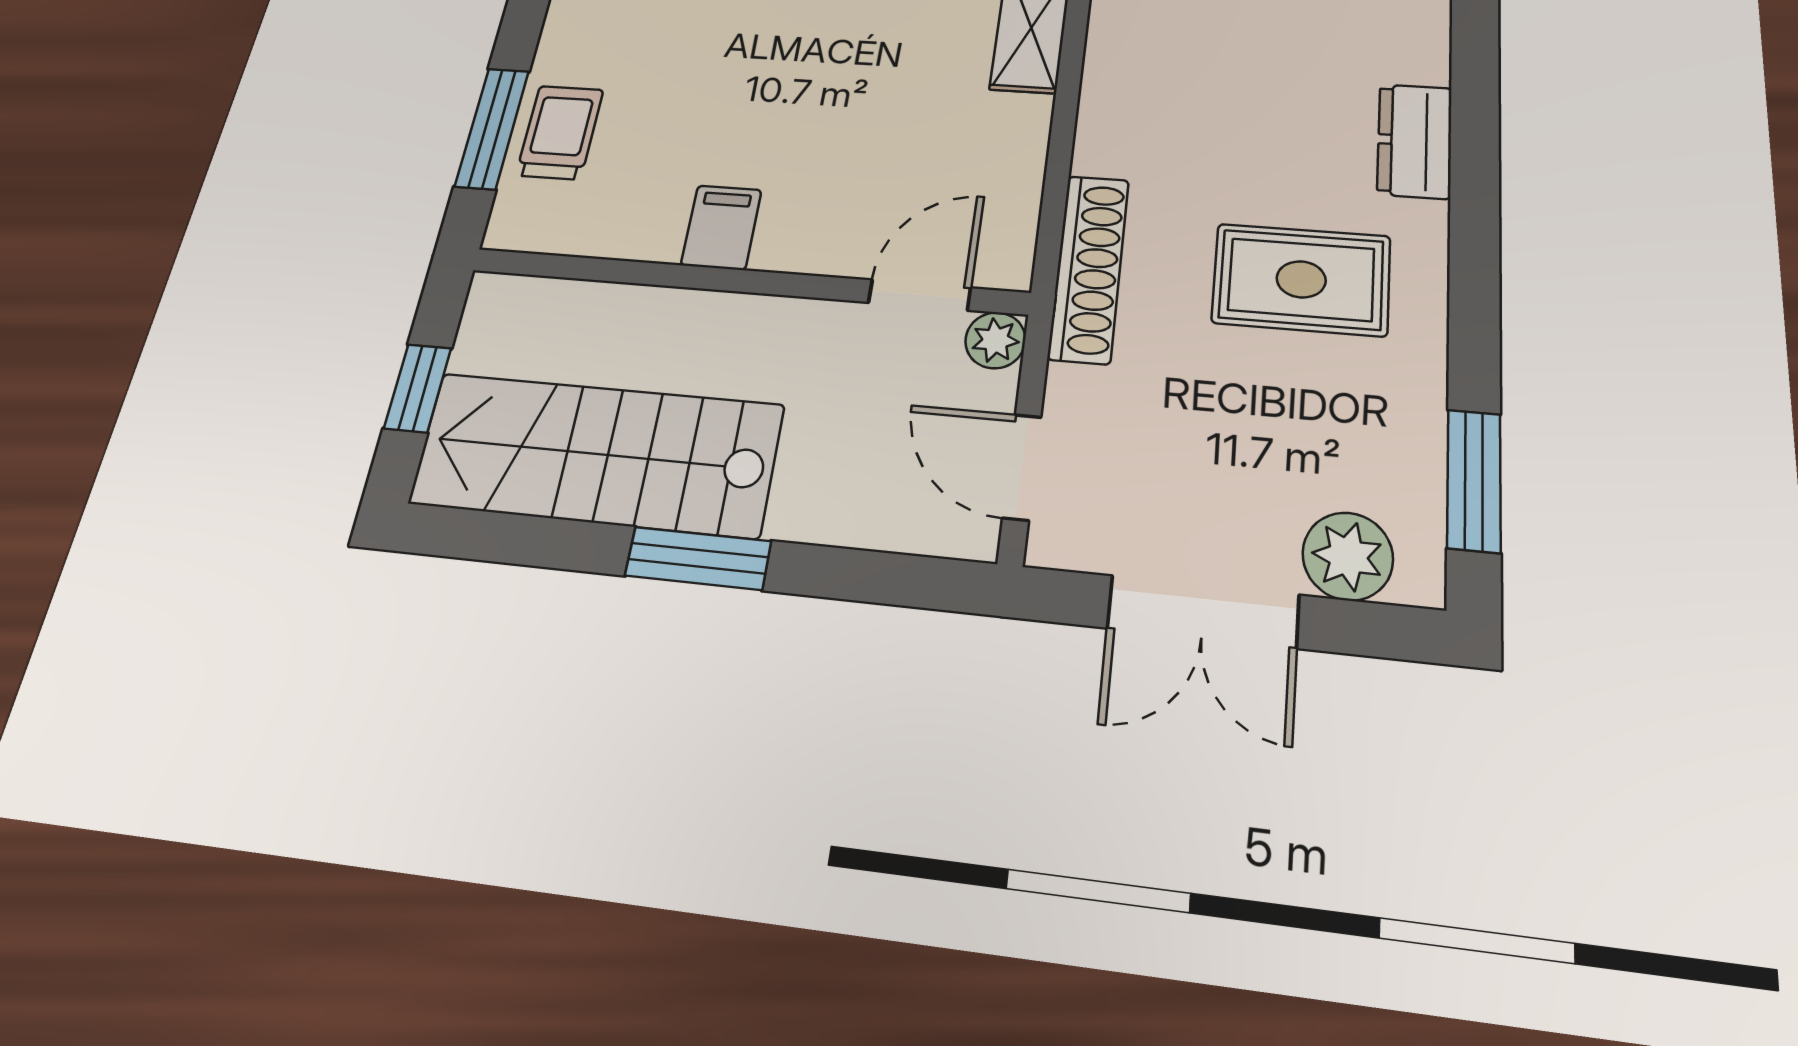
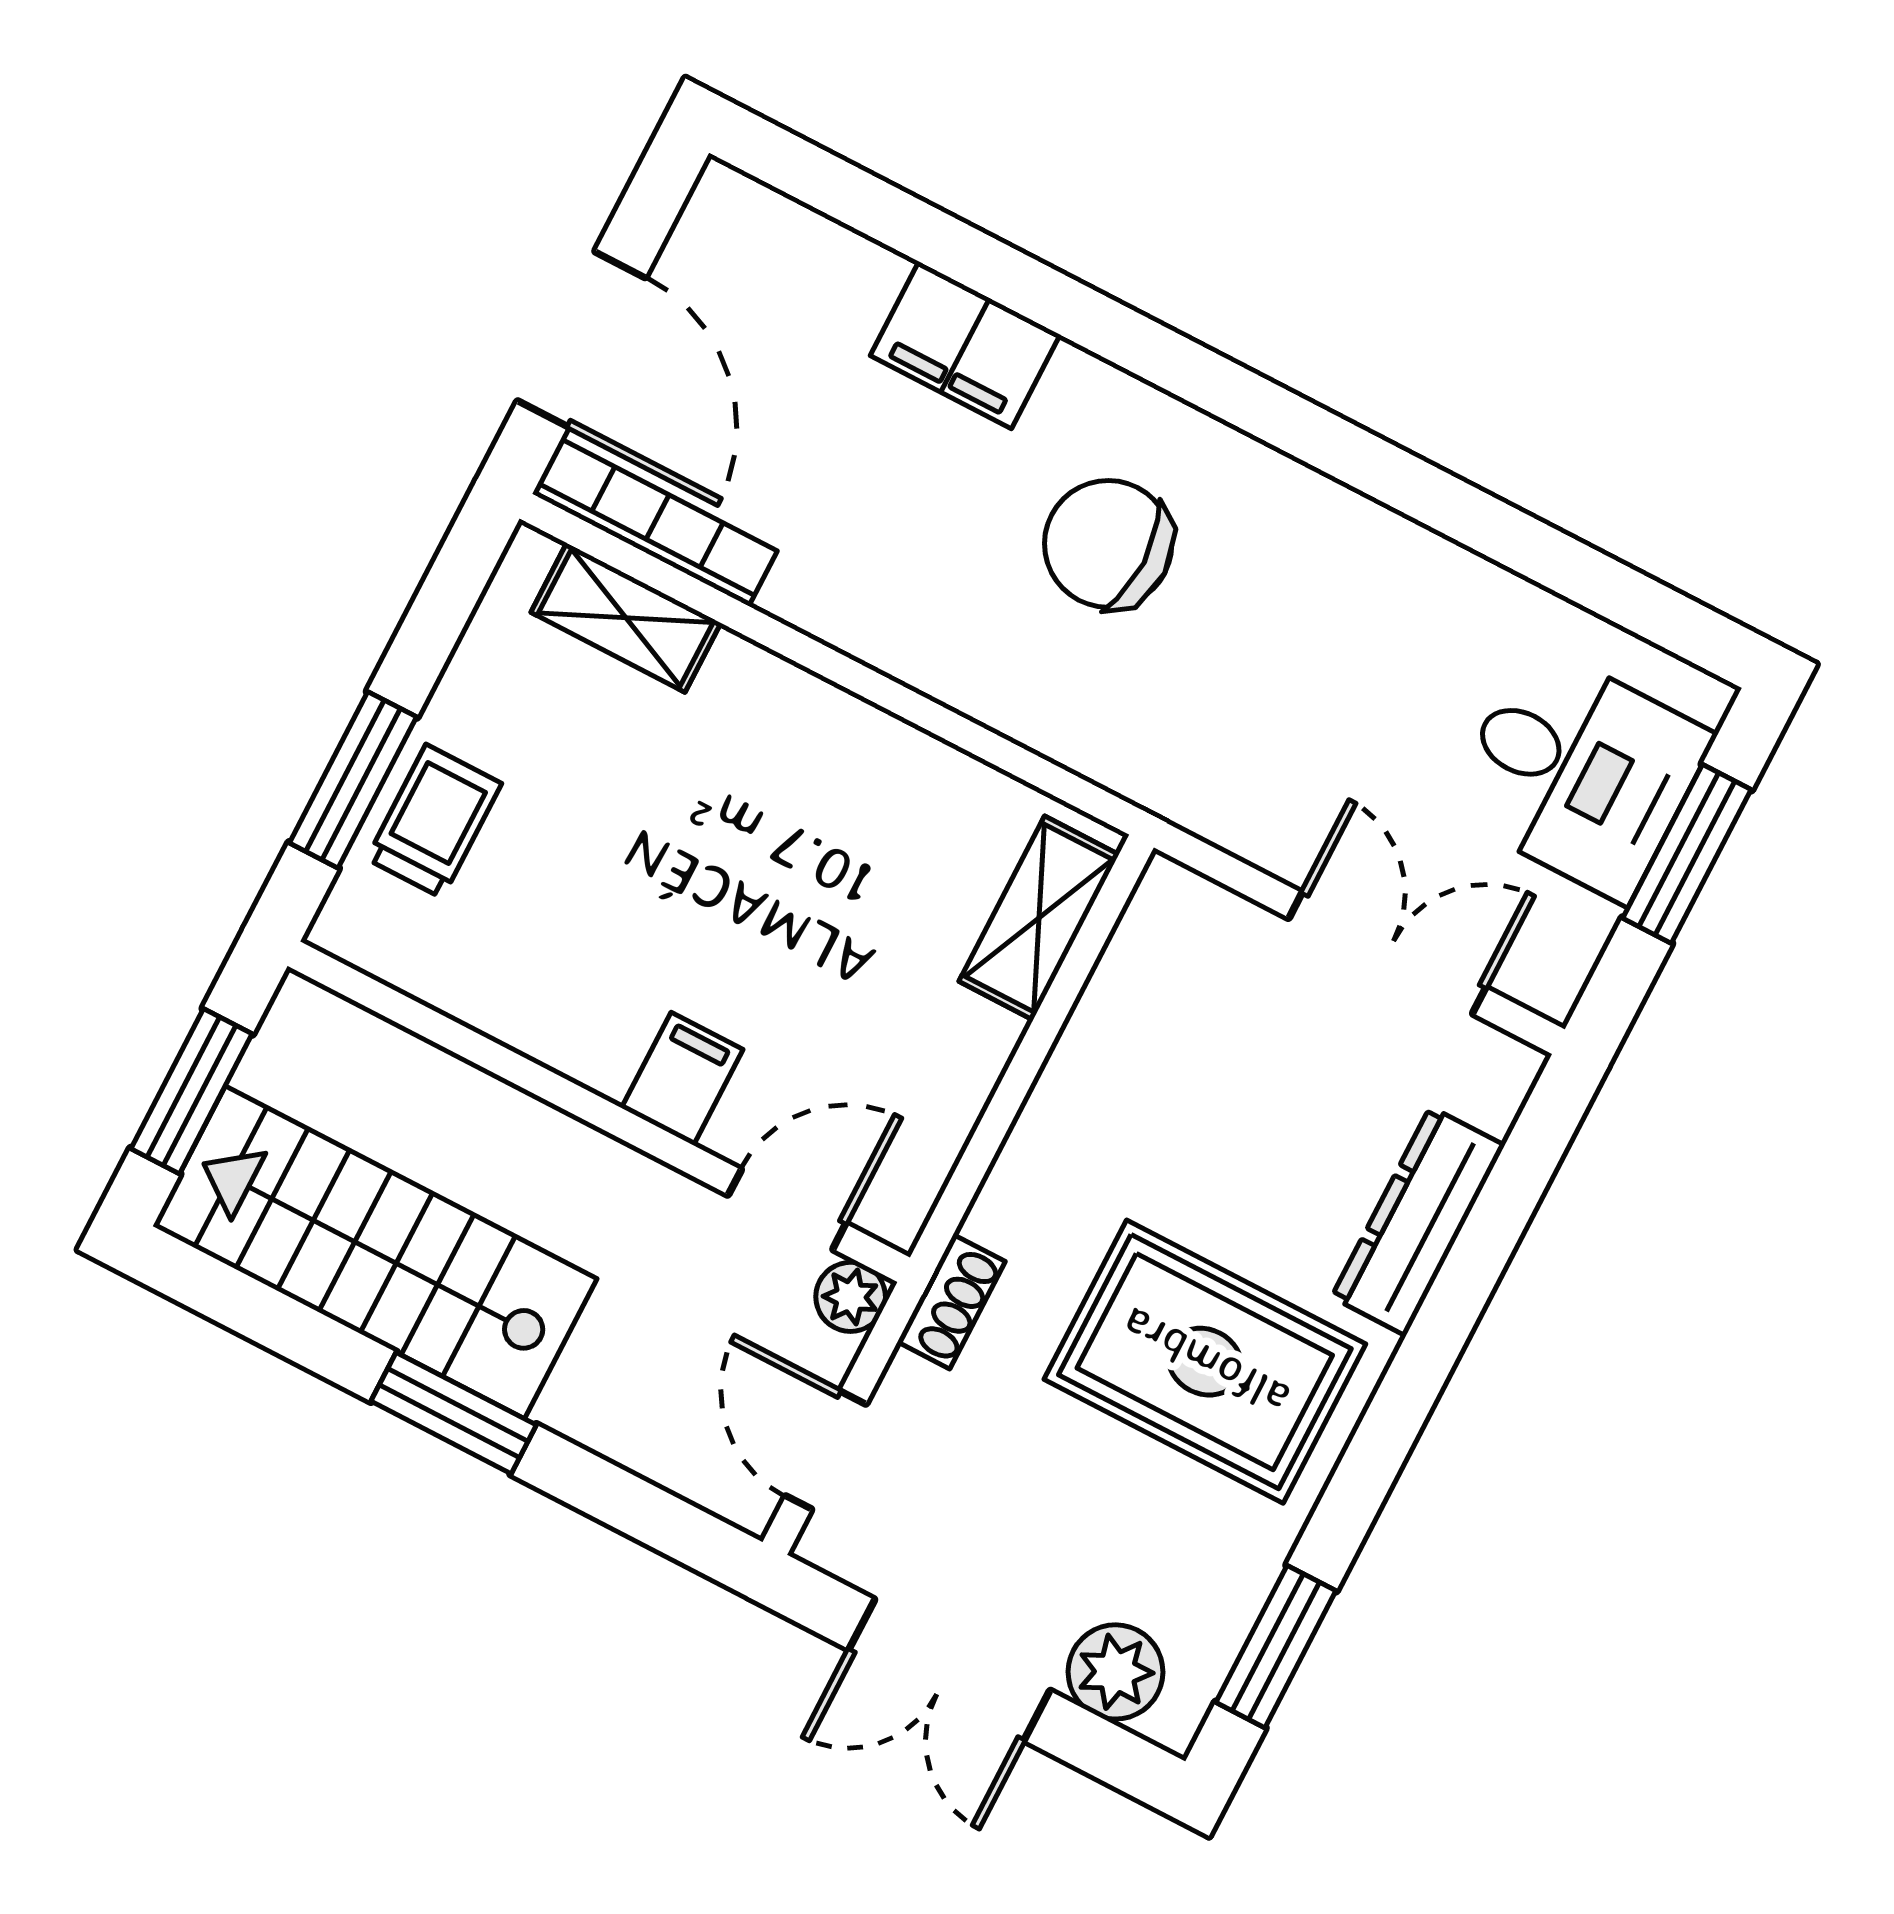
dresser: (1415, 141) -> (1418, 1221), width x1.44
filing cabinet: (721, 227) -> (682, 1079), moved
shoe rack: (1089, 268) -> (951, 1302), width x0.51, depth x0.81
rug: (1301, 279) -> (1205, 1362), width x1.36, depth x1.43
window: (418, 388) -> (192, 1091), width x1.50

